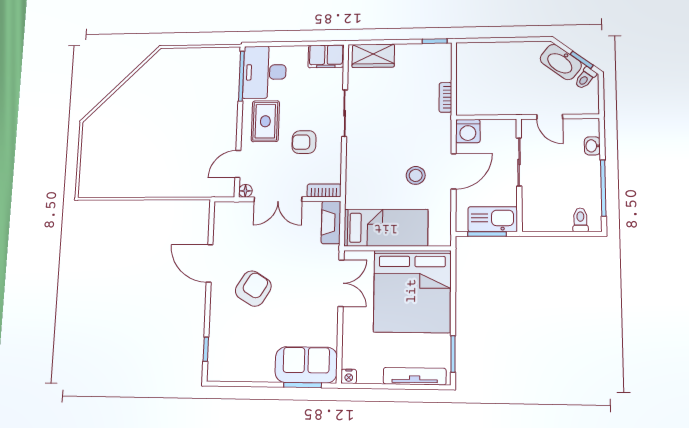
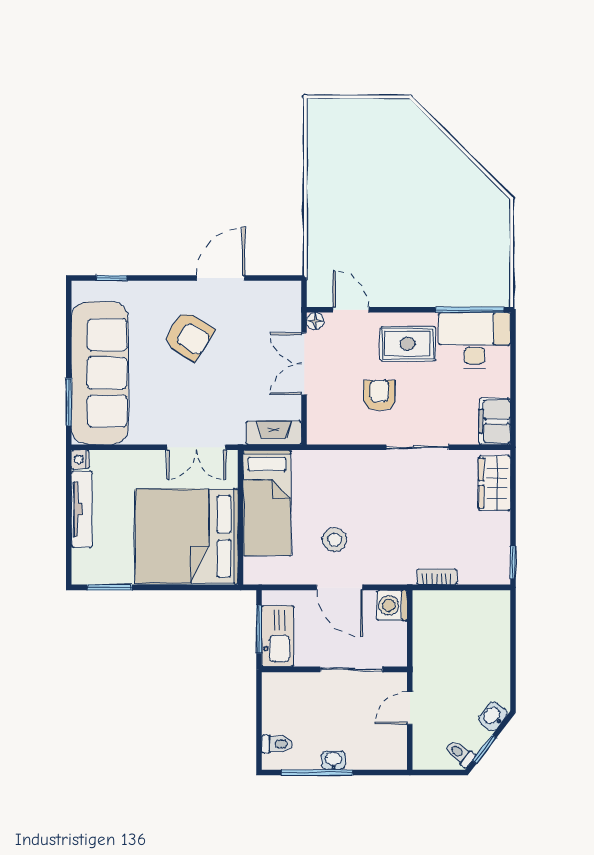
washbasin: (561, 62) -> (493, 716), width x0.52, depth x0.69
washbasin: (592, 146) -> (333, 760), moved
bookcase: (324, 190) -> (315, 423), removed
sofa: (306, 365) -> (100, 373), width x1.85, depth x1.27
tv unit: (415, 376) -> (82, 509), moved

